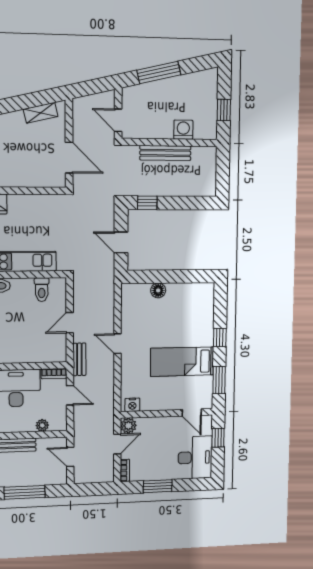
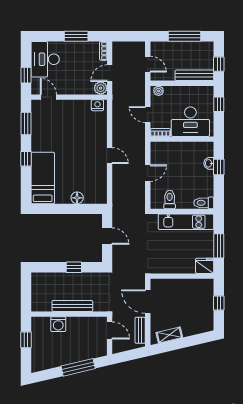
window: (147, 203) -> (74, 267), moved
bench: (79, 359) -> (140, 330), moved
bed: (182, 362) -> (43, 178), moved, turned -90
plant: (42, 425) -> (159, 91), moved

